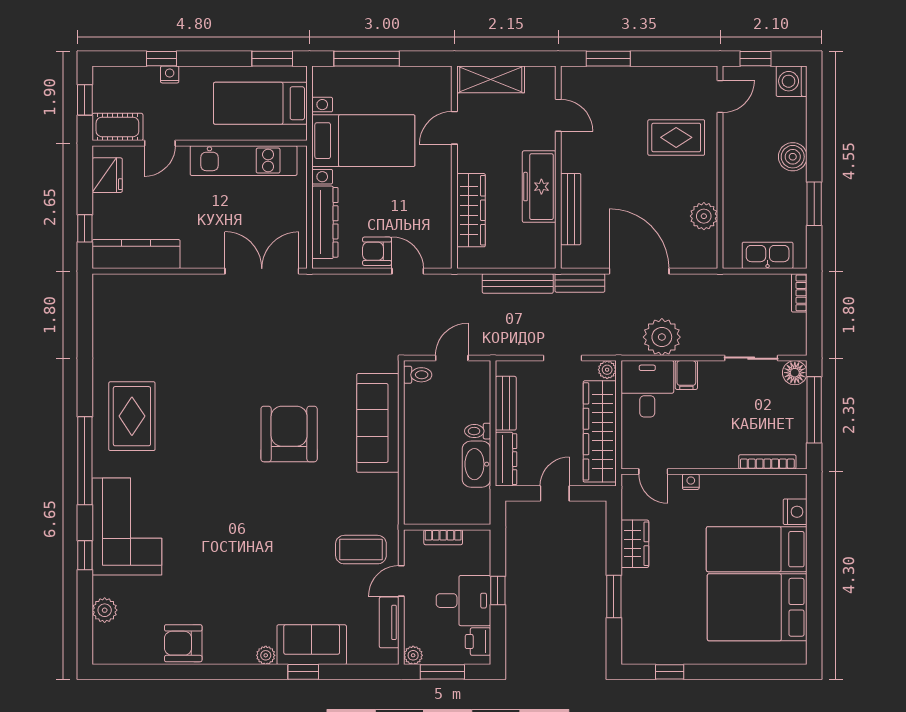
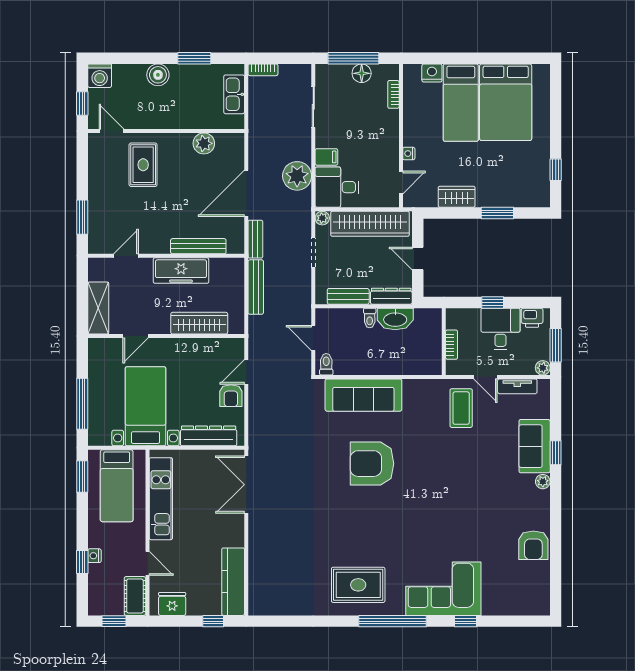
door: (454, 128) -> (136, 336), hinge flipped
floor lamp: (795, 373) -> (362, 73), moved
bookcase: (767, 462) -> (393, 94), width x0.64
plant: (105, 610) -> (508, 606), removed

